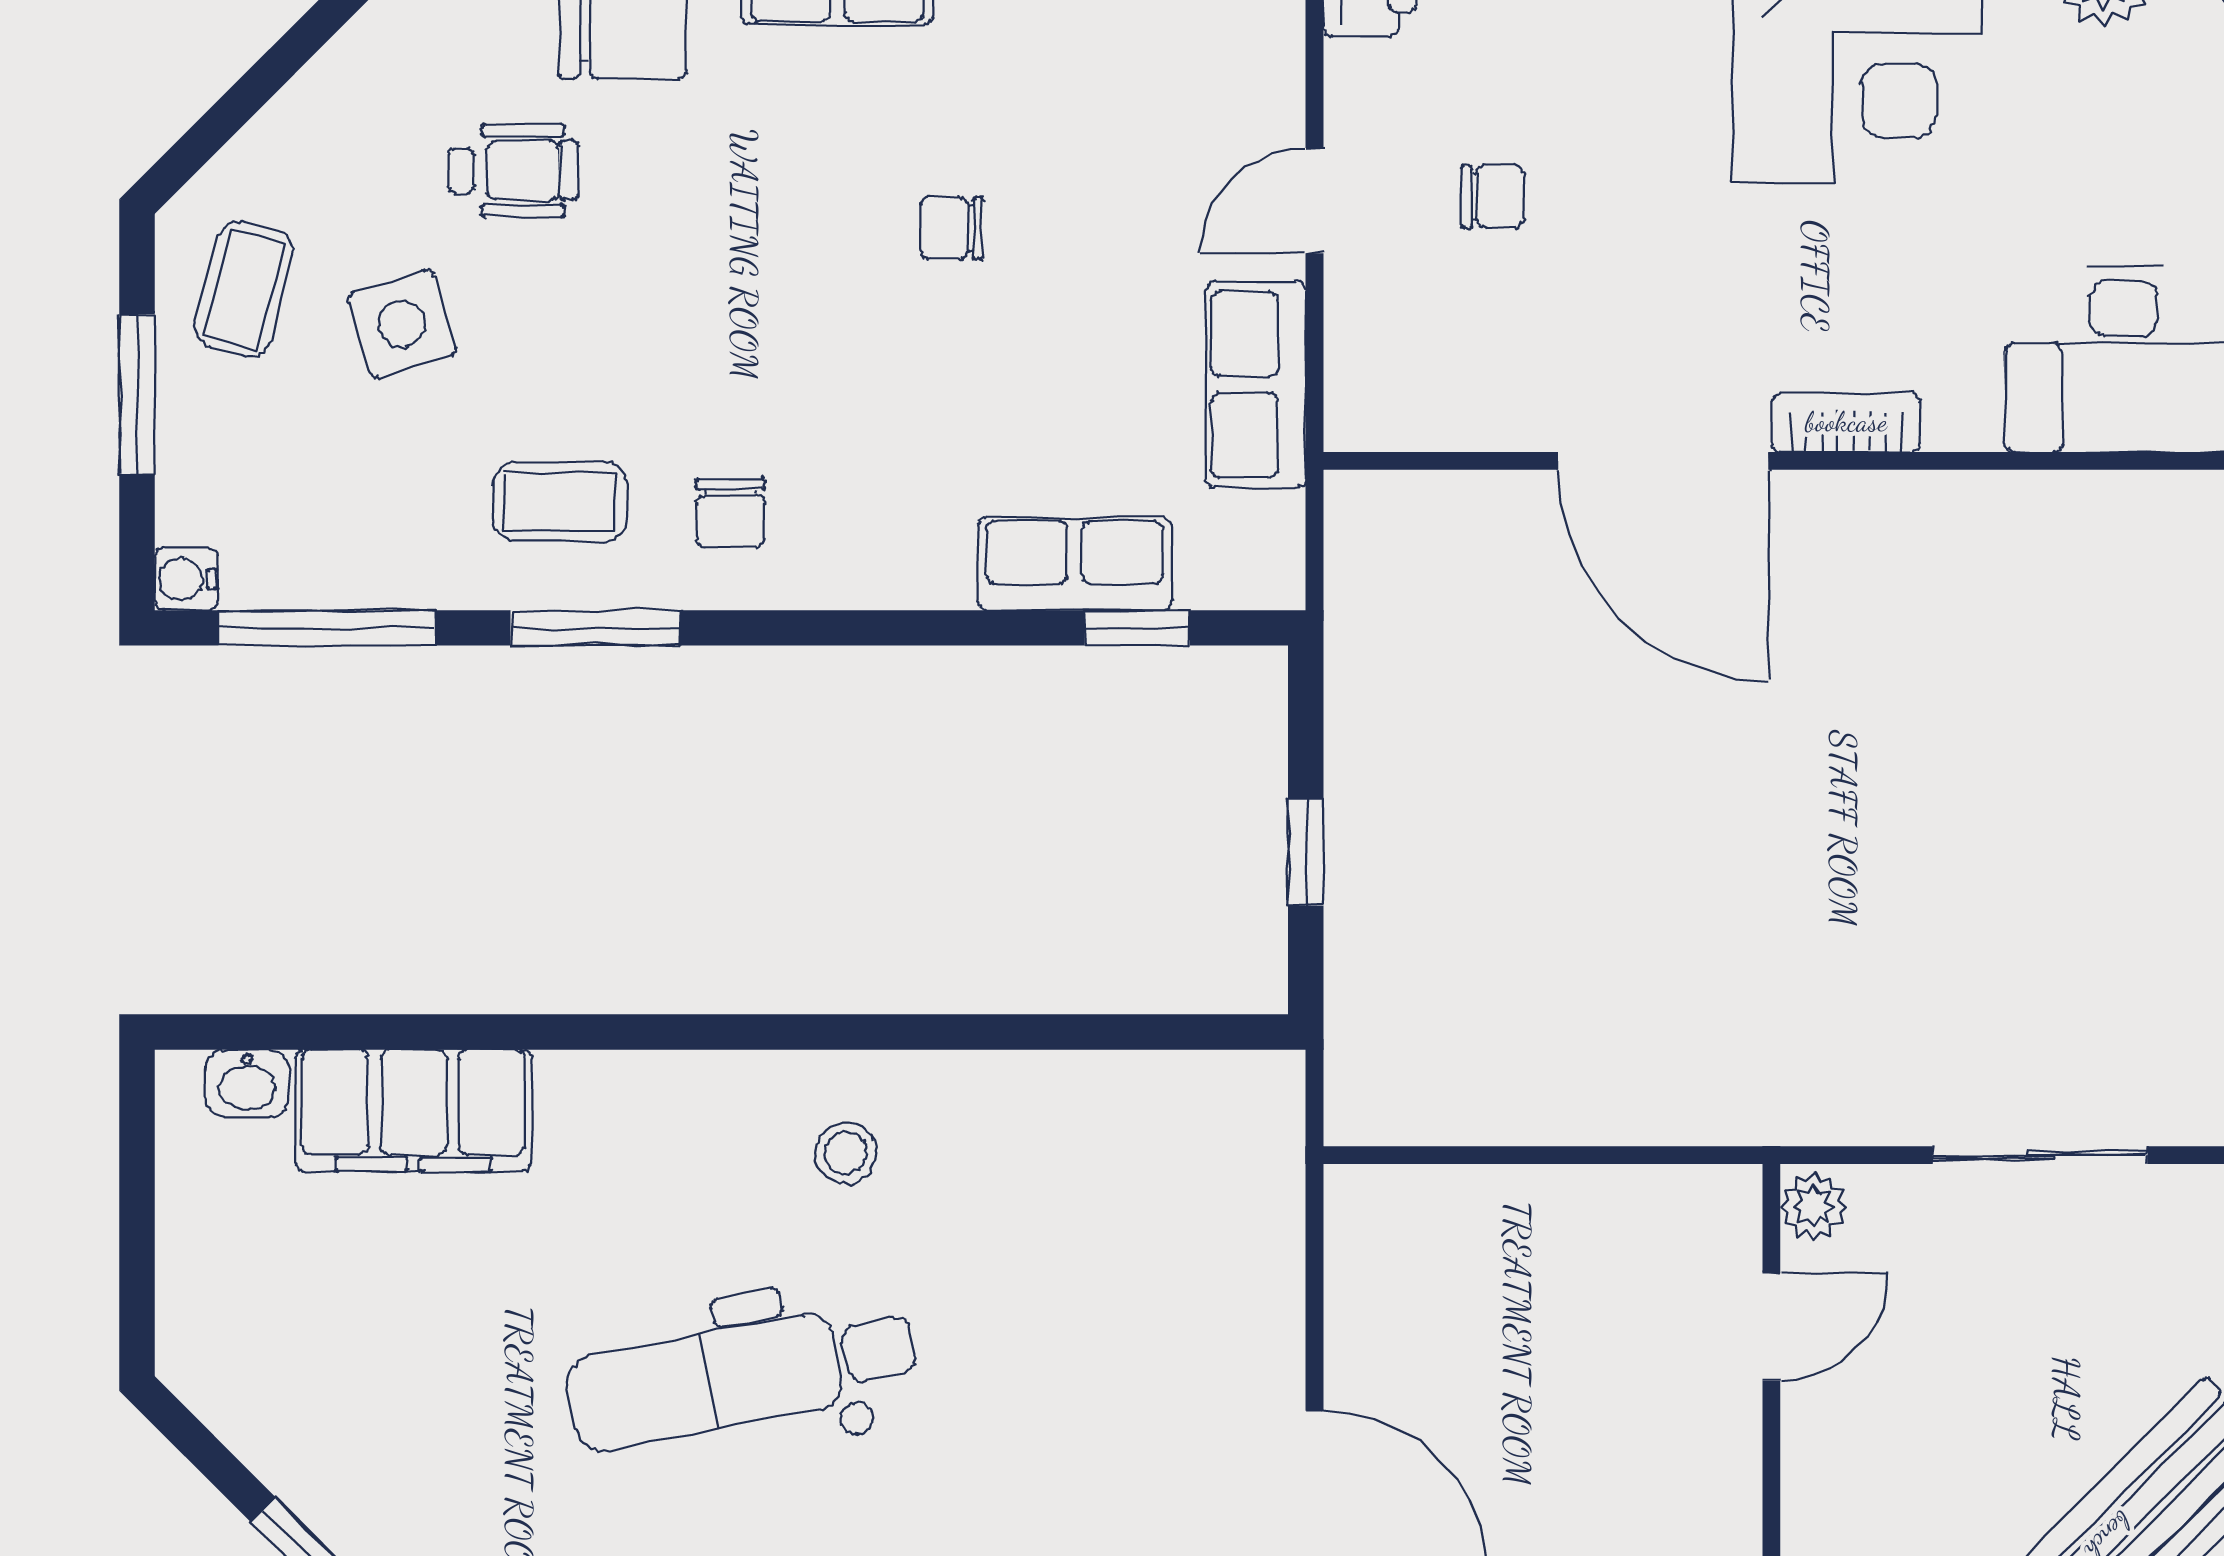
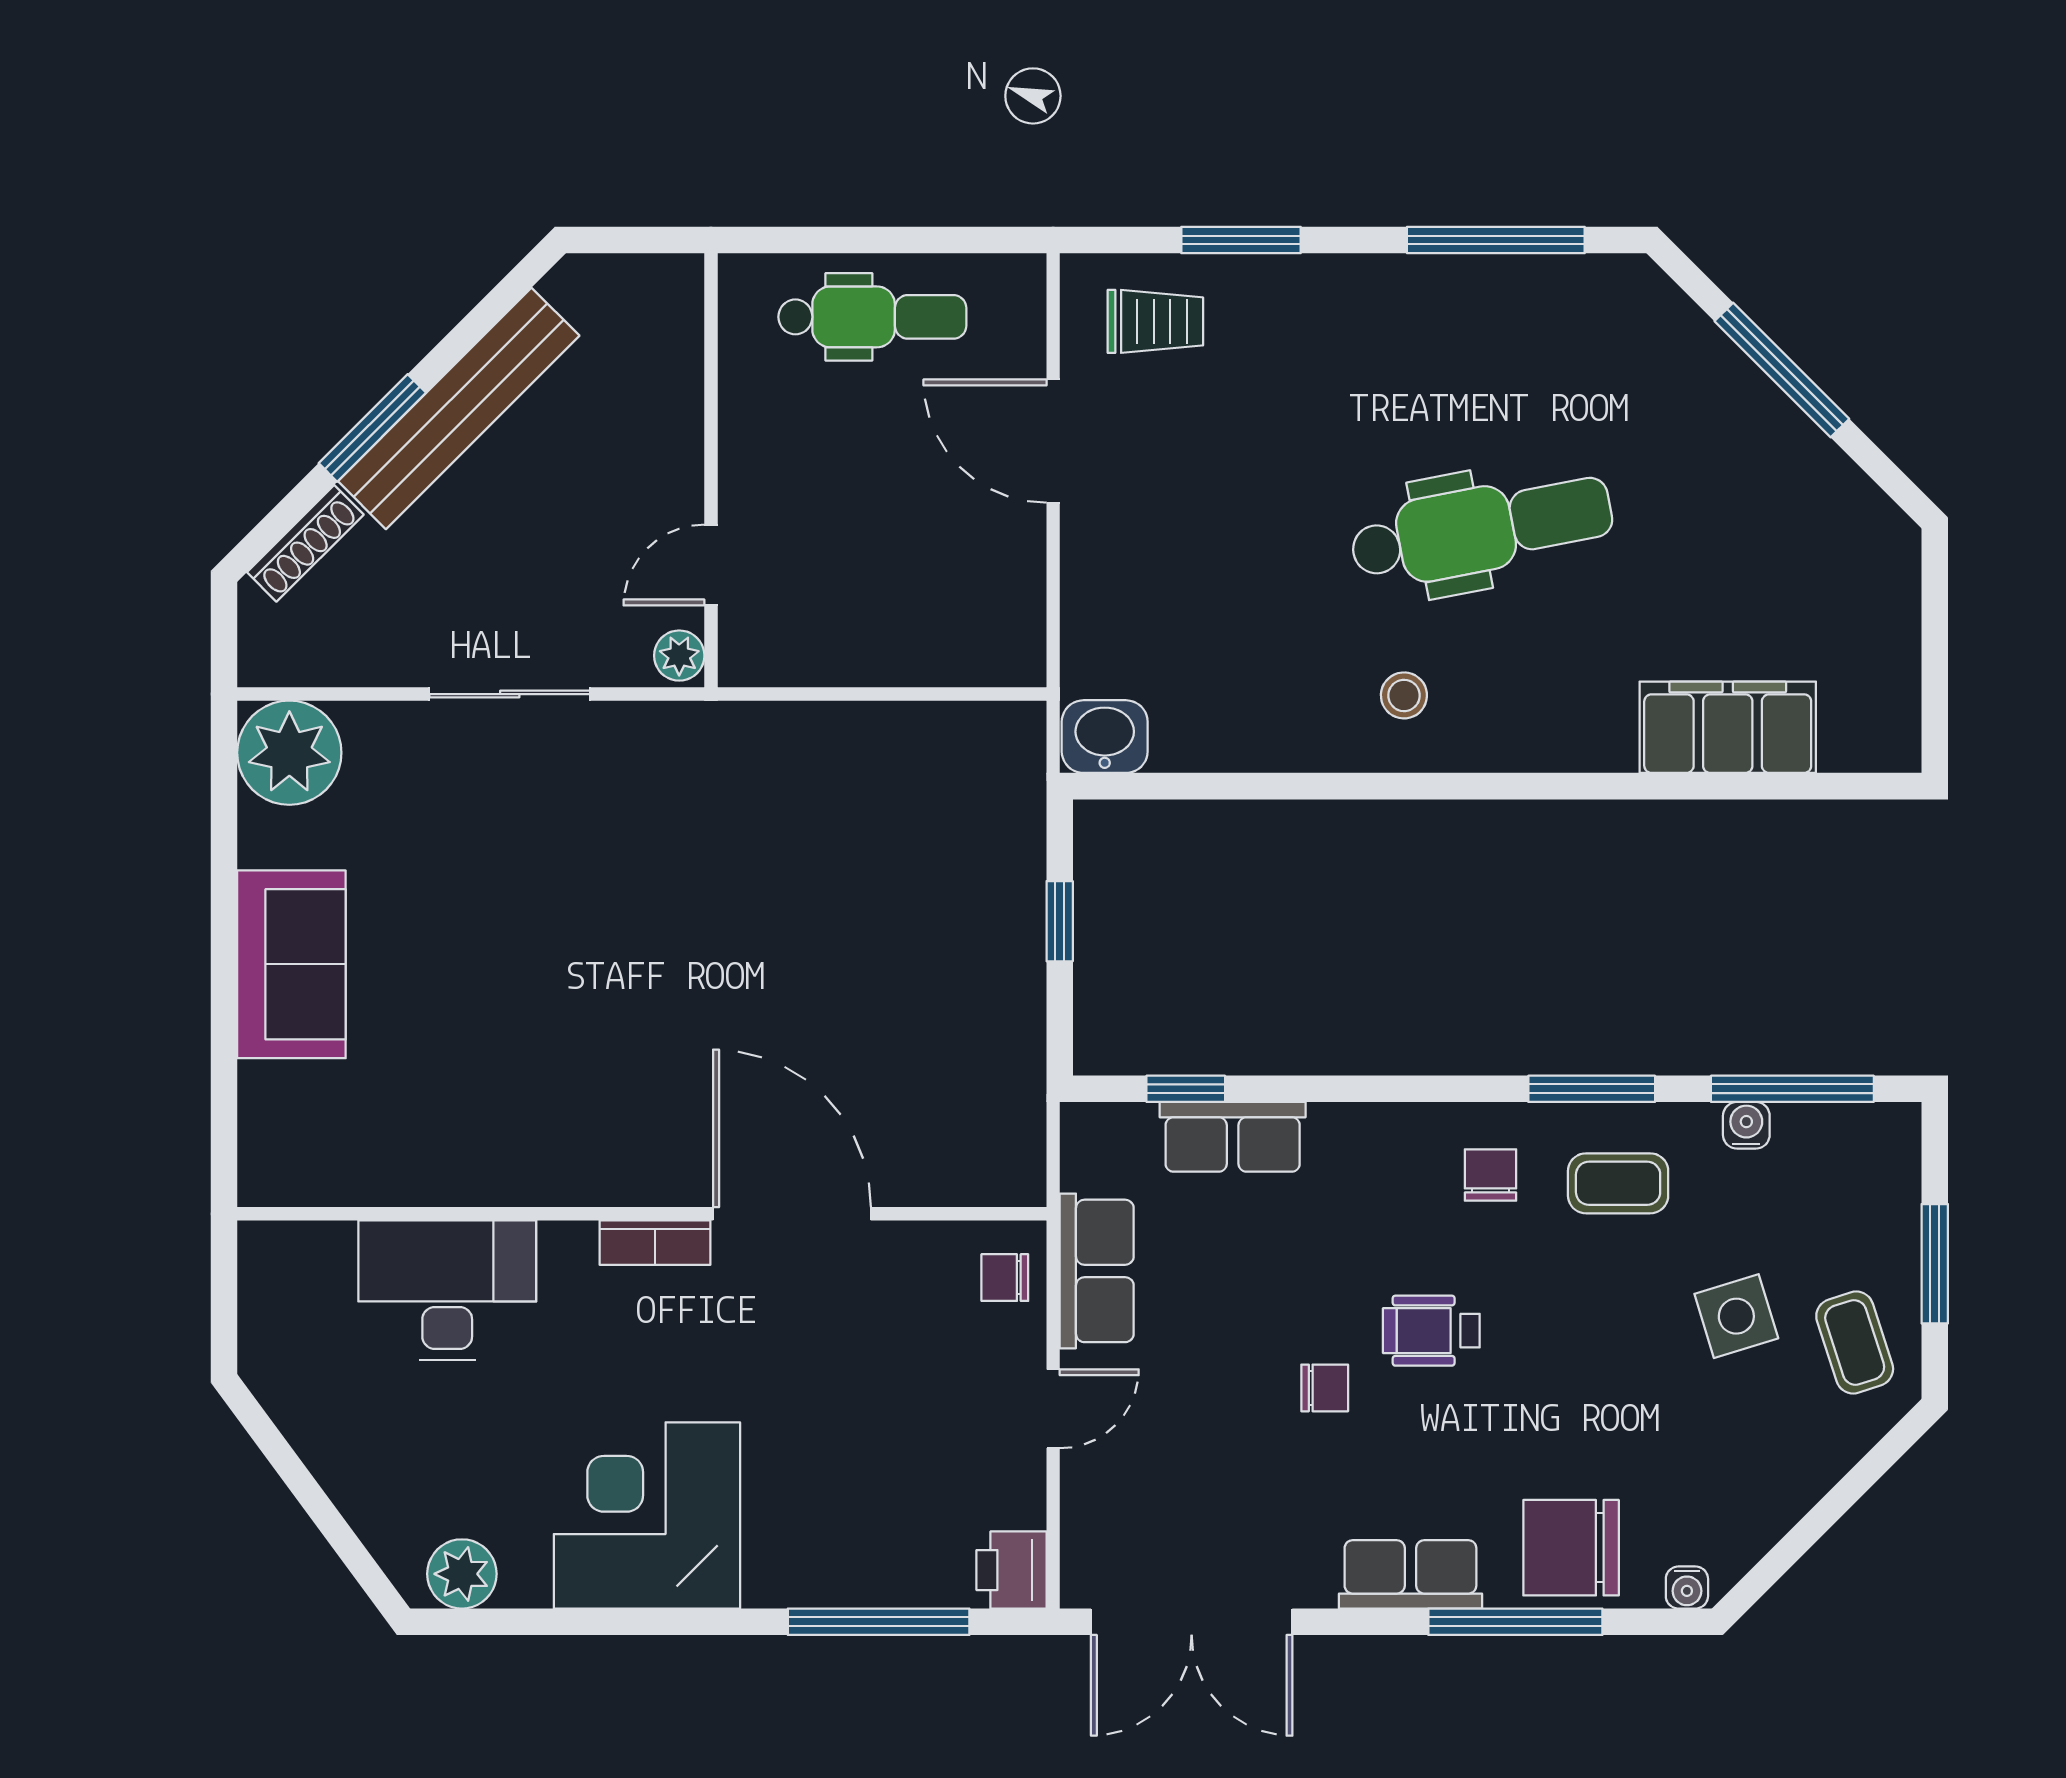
wheelchair: (513, 171) -> (1431, 1331), moved
chair: (1493, 196) -> (1005, 1278), moved
coffee table: (244, 289) -> (1855, 1342), turned -33
water cooler: (186, 579) -> (1746, 1125), moved, turned -90
washbasin: (247, 1083) -> (1105, 737), moved, width x1.38, depth x1.45

